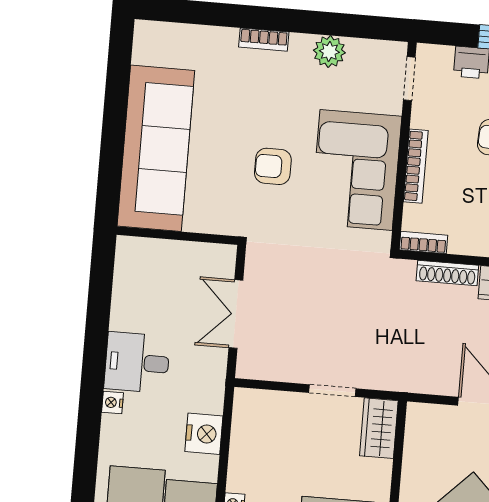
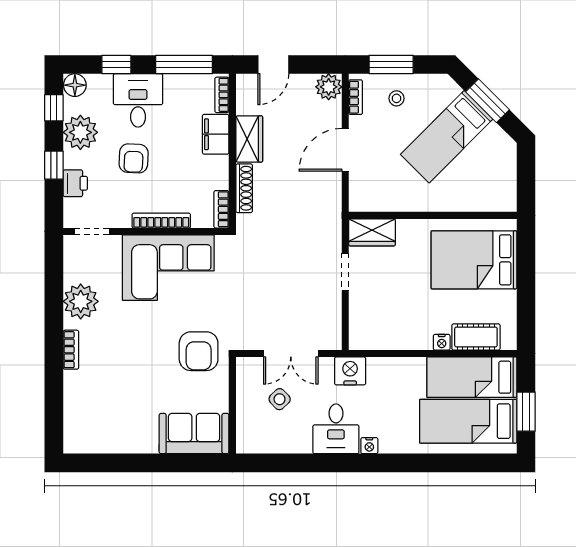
plant: (329, 52) -> (81, 301), width x1.36, depth x1.36
sofa: (156, 148) -> (194, 434), width x0.54, depth x0.79
armchair: (273, 166) -> (199, 351), moved, width x1.38, depth x1.38
side table: (180, 295) -> (280, 399), added
nightstand: (204, 434) -> (350, 371), moved

